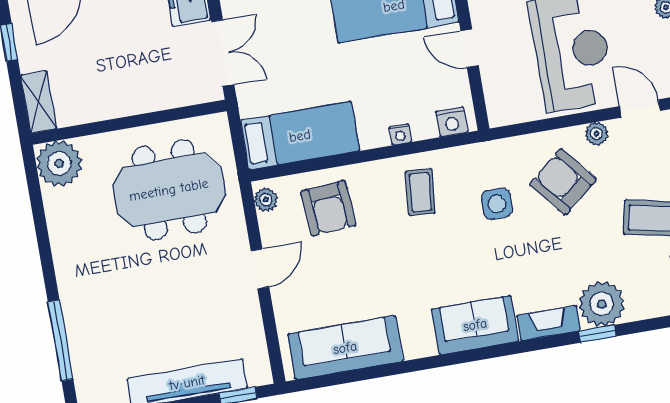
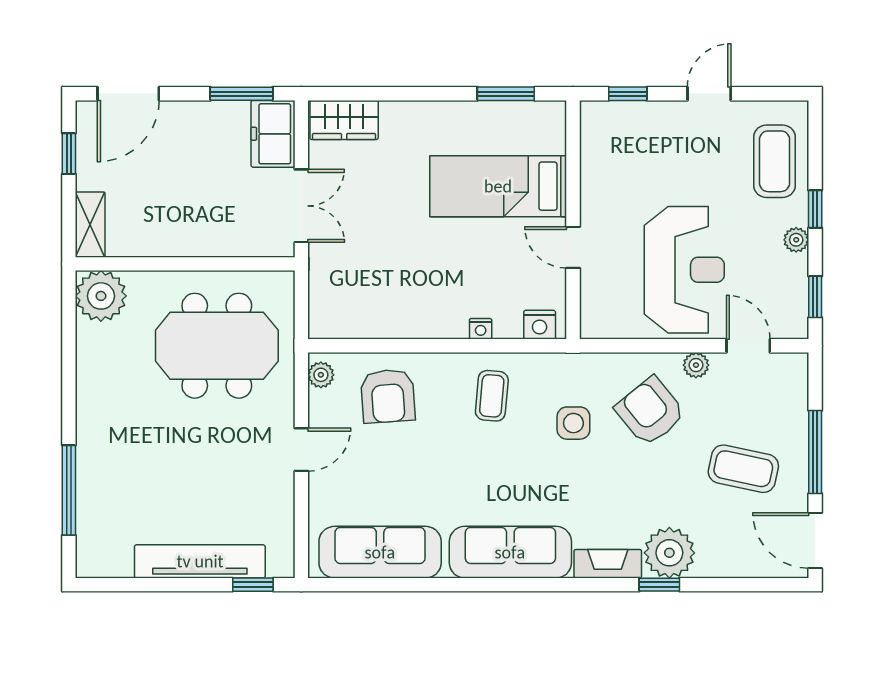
bed: (300, 136) -> (370, 311), removed
sofa: (475, 325) -> (510, 552), width x1.36

